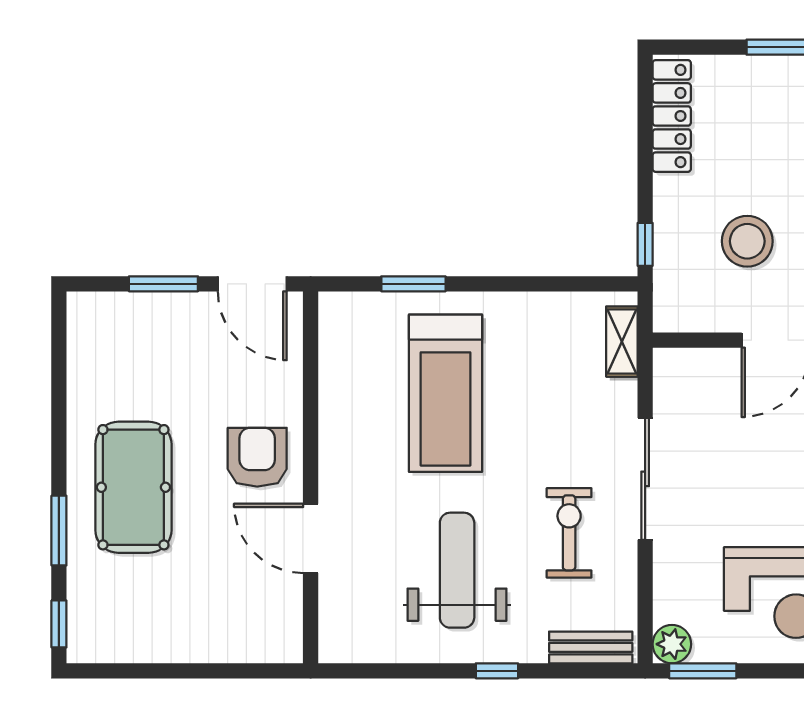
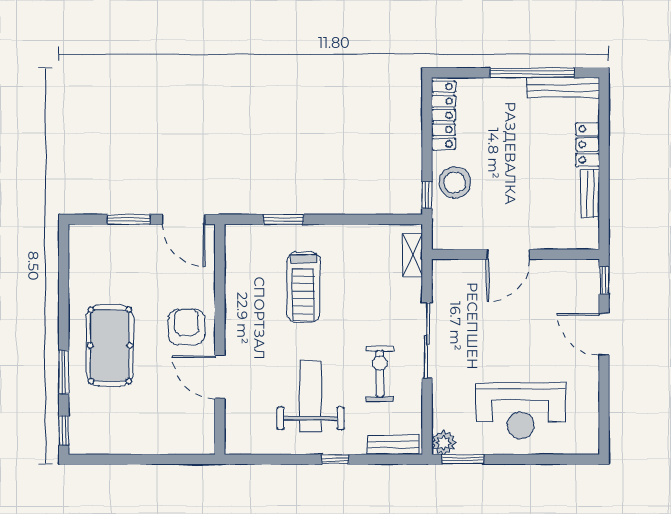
stool: (747, 241) -> (455, 182), moved
treadmill: (446, 393) -> (303, 287), width x0.73, depth x0.73

